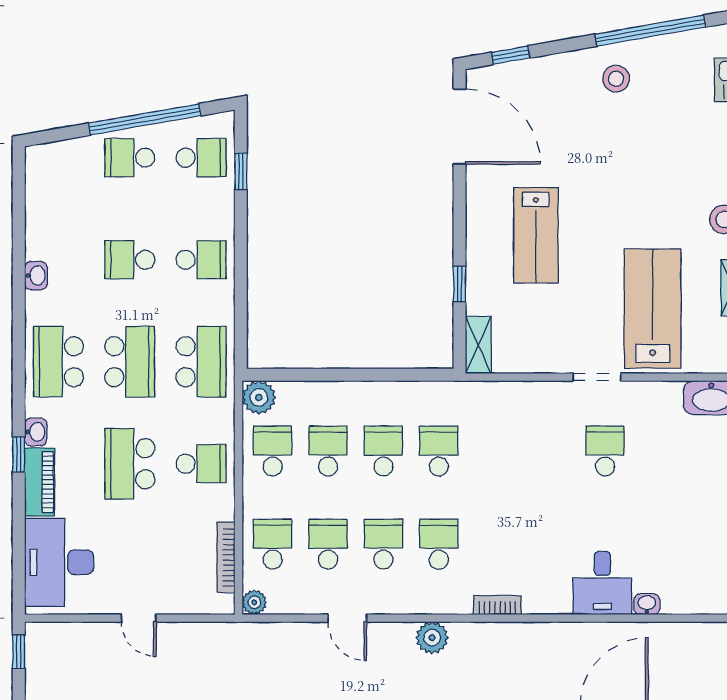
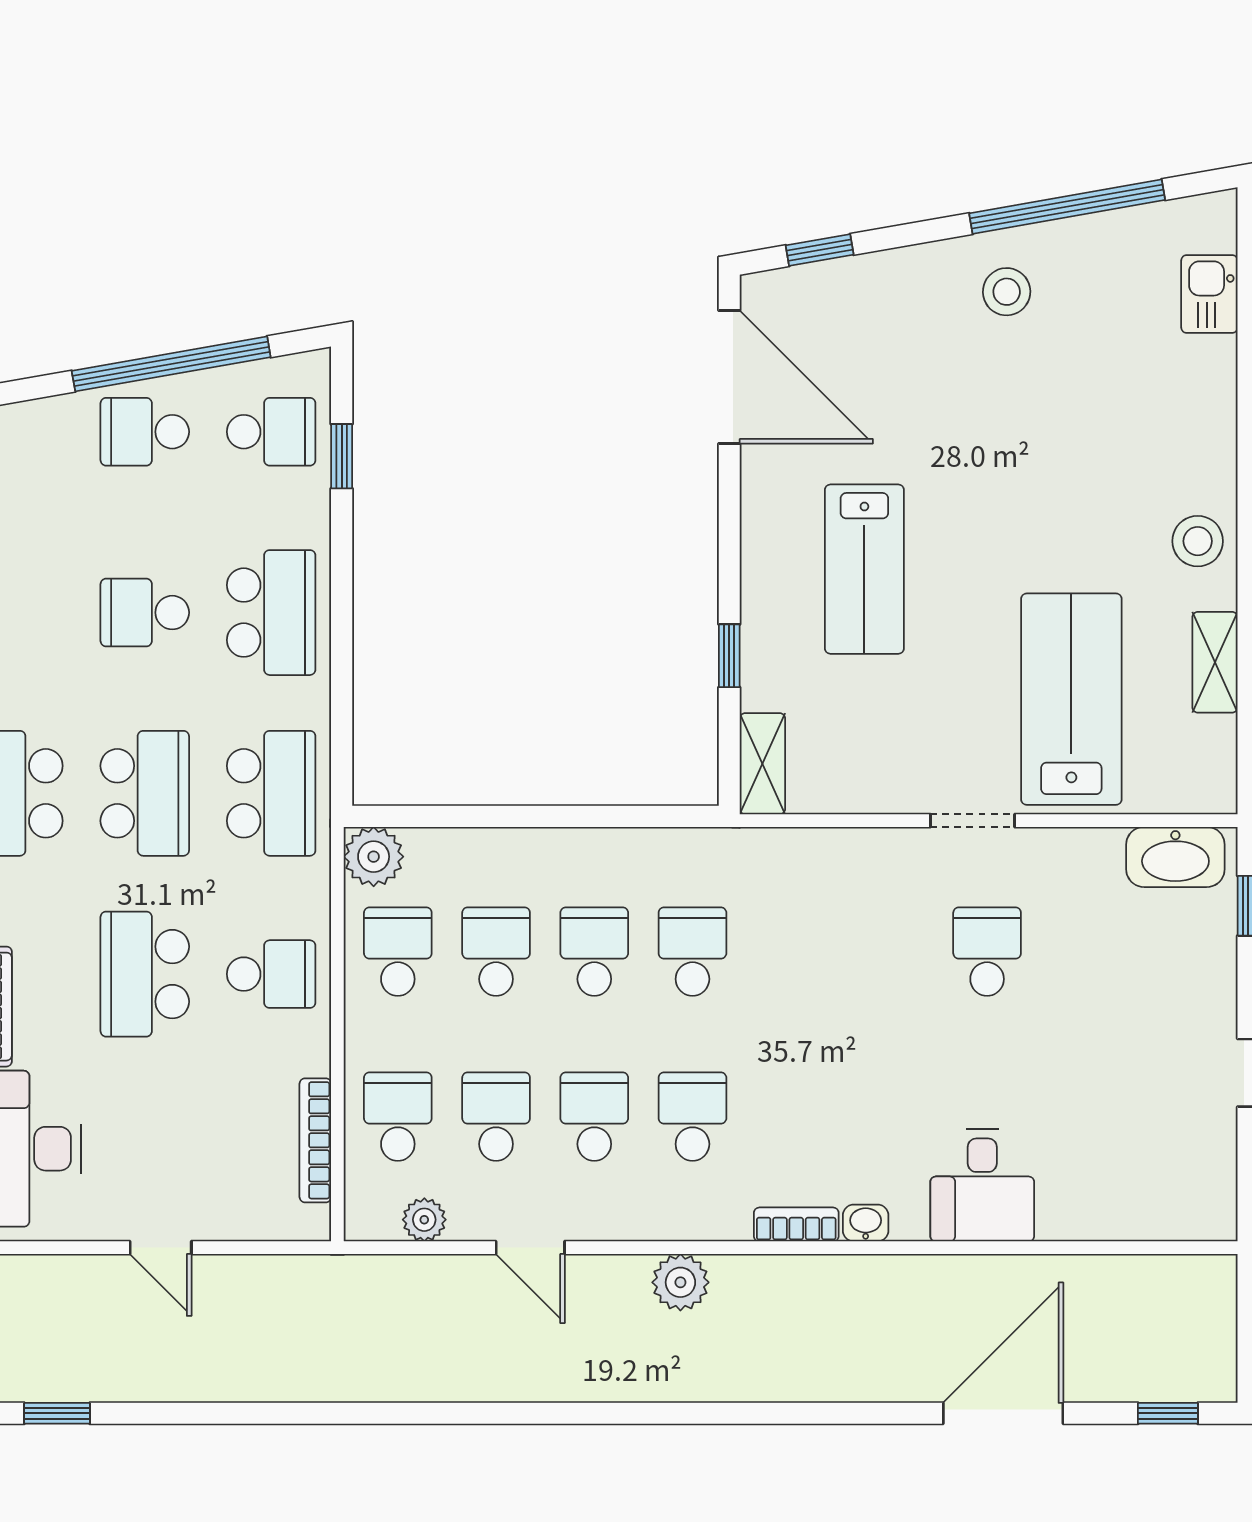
school desk: (201, 260) -> (271, 613), width x1.85
plant: (254, 602) -> (424, 1220), moved
washbasin: (647, 604) -> (866, 1223), moved

